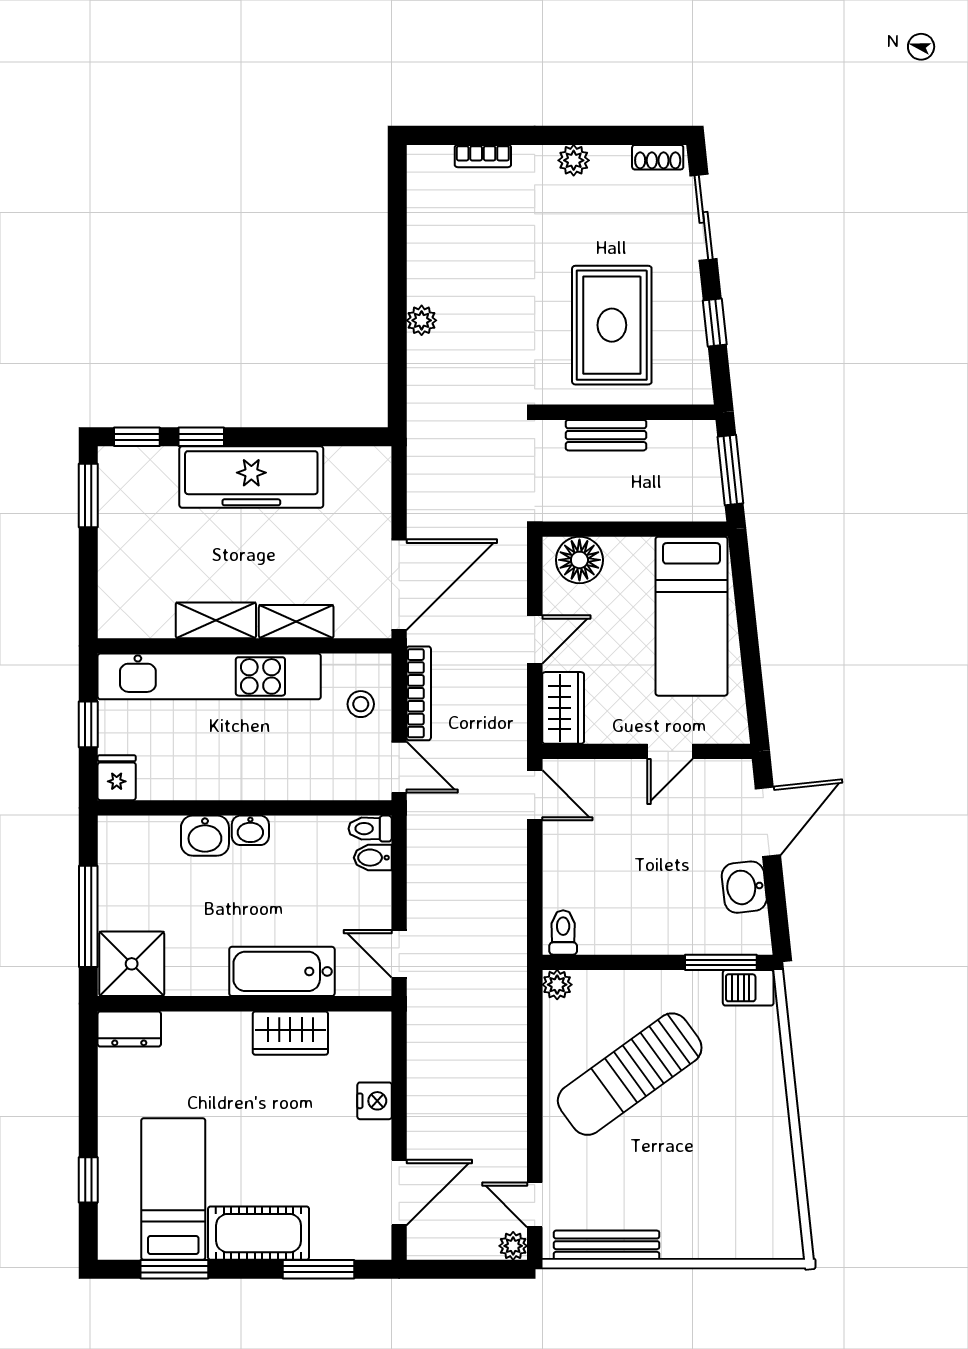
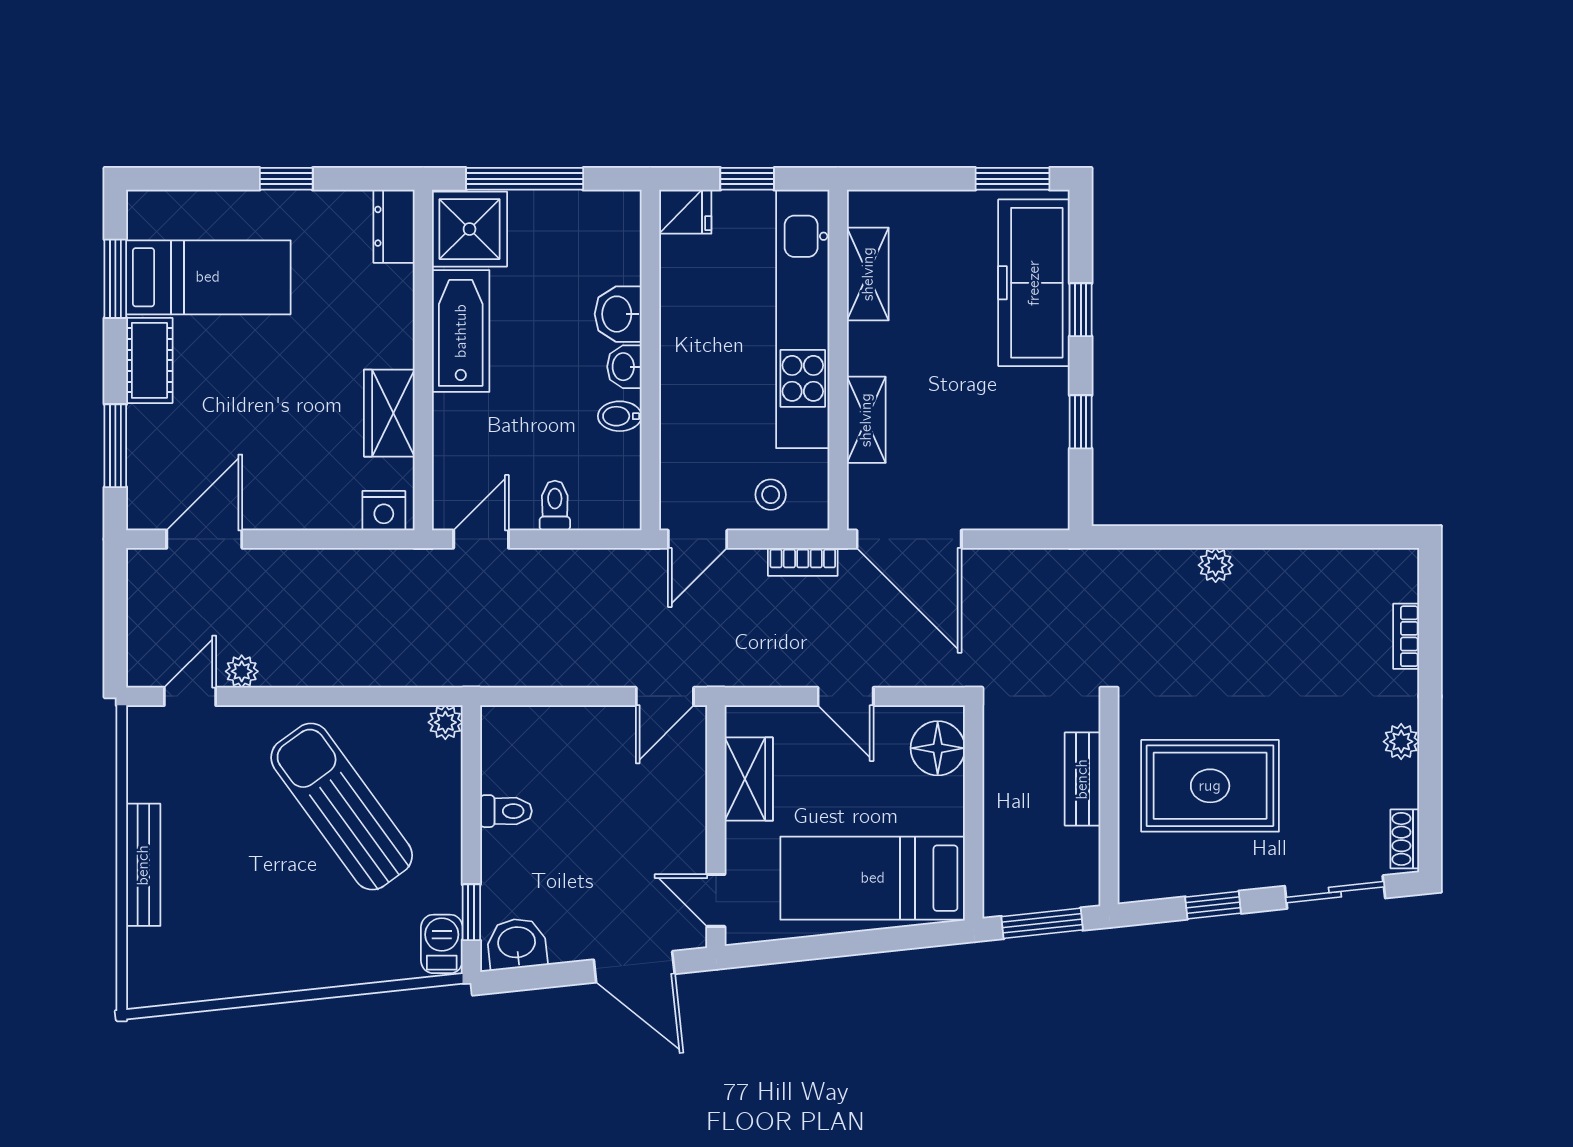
window: (137, 437) -> (1081, 422), moved
freezer: (251, 477) -> (1034, 283), moved
shelving: (216, 620) -> (868, 274), moved
bookcase: (419, 693) -> (803, 562), width x0.64
wardrobe: (563, 708) -> (749, 779), moved, turned -90
door: (670, 751) -> (716, 900), moved
toilet: (370, 829) -> (555, 506), moved
bidet: (373, 858) -> (620, 416), moved, turned -90
washbasin: (744, 887) -> (517, 944), moved
toilet: (563, 932) -> (506, 811), moved
window: (721, 962) -> (471, 912), width x0.67
bathtub: (282, 971) -> (461, 331), moved
nightstand: (375, 1101) -> (384, 511), moved
window: (88, 1180) -> (286, 179), moved
door: (399, 1193) -> (204, 539), swing flipped
cot: (259, 1233) -> (149, 360), width x0.73, depth x0.75
bench: (607, 1245) -> (143, 865), moved
plant: (513, 1246) -> (242, 671), moved

